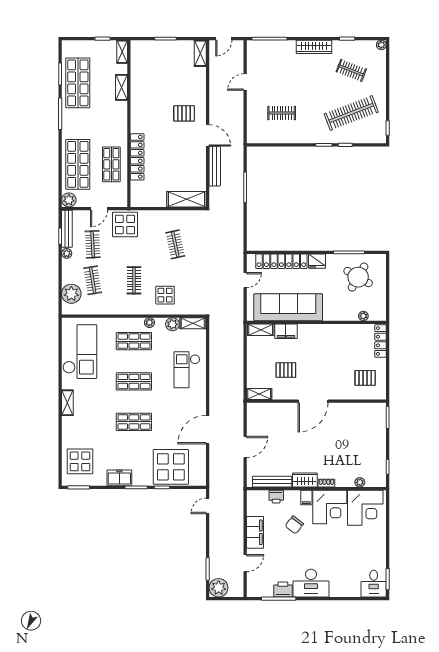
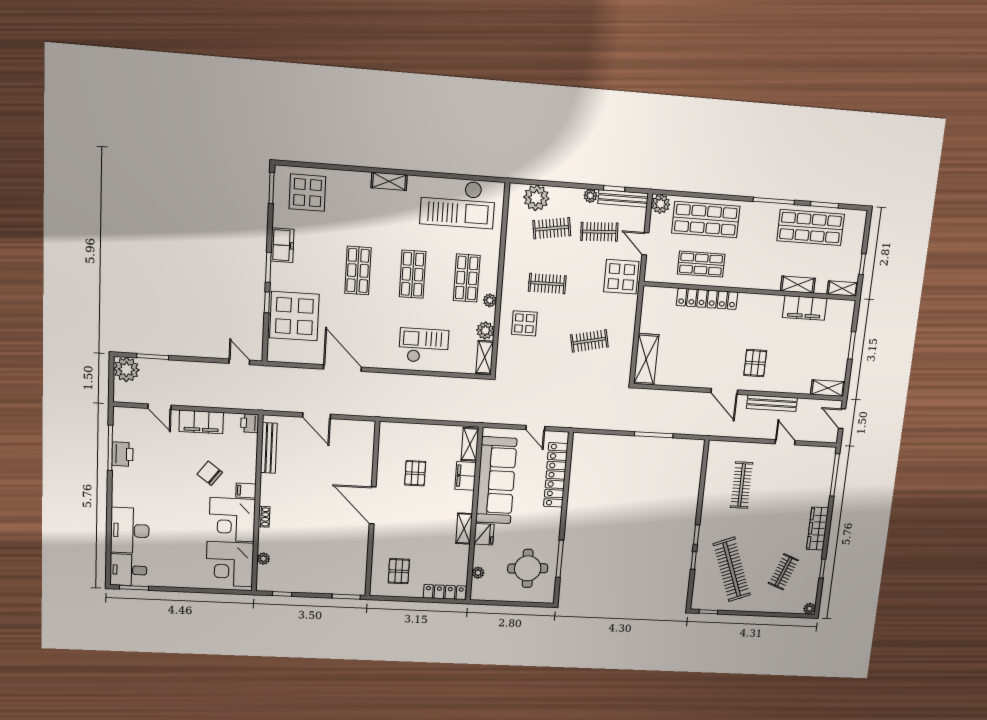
filing cabinet: (139, 80) -> (805, 308), added
clothes rail: (282, 113) -> (742, 485), width x1.36
door: (208, 135) -> (724, 391), hinge flipped
bench: (215, 166) -> (772, 403), moved
fridge: (317, 261) -> (484, 534), moved, turned 180
round table: (358, 277) -> (528, 568), turned -33
shelving: (259, 394) -> (464, 529), moved
wardrobe: (305, 480) -> (269, 490), removed
printer: (276, 497) -> (250, 423), moved
desk: (311, 583) -> (130, 531), moved

